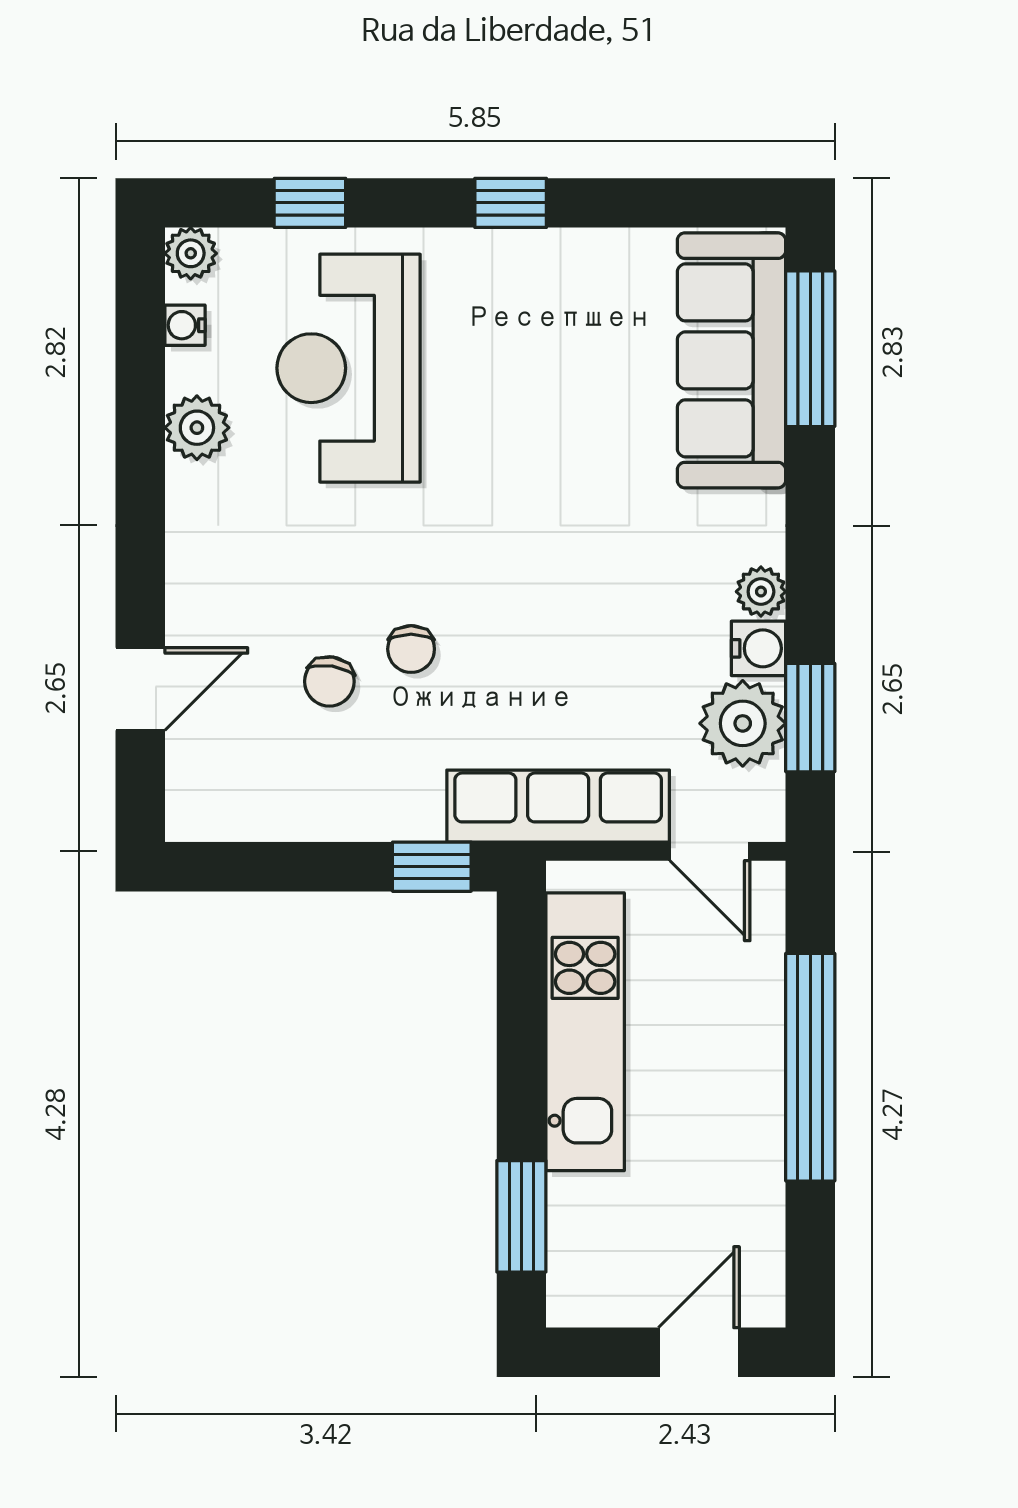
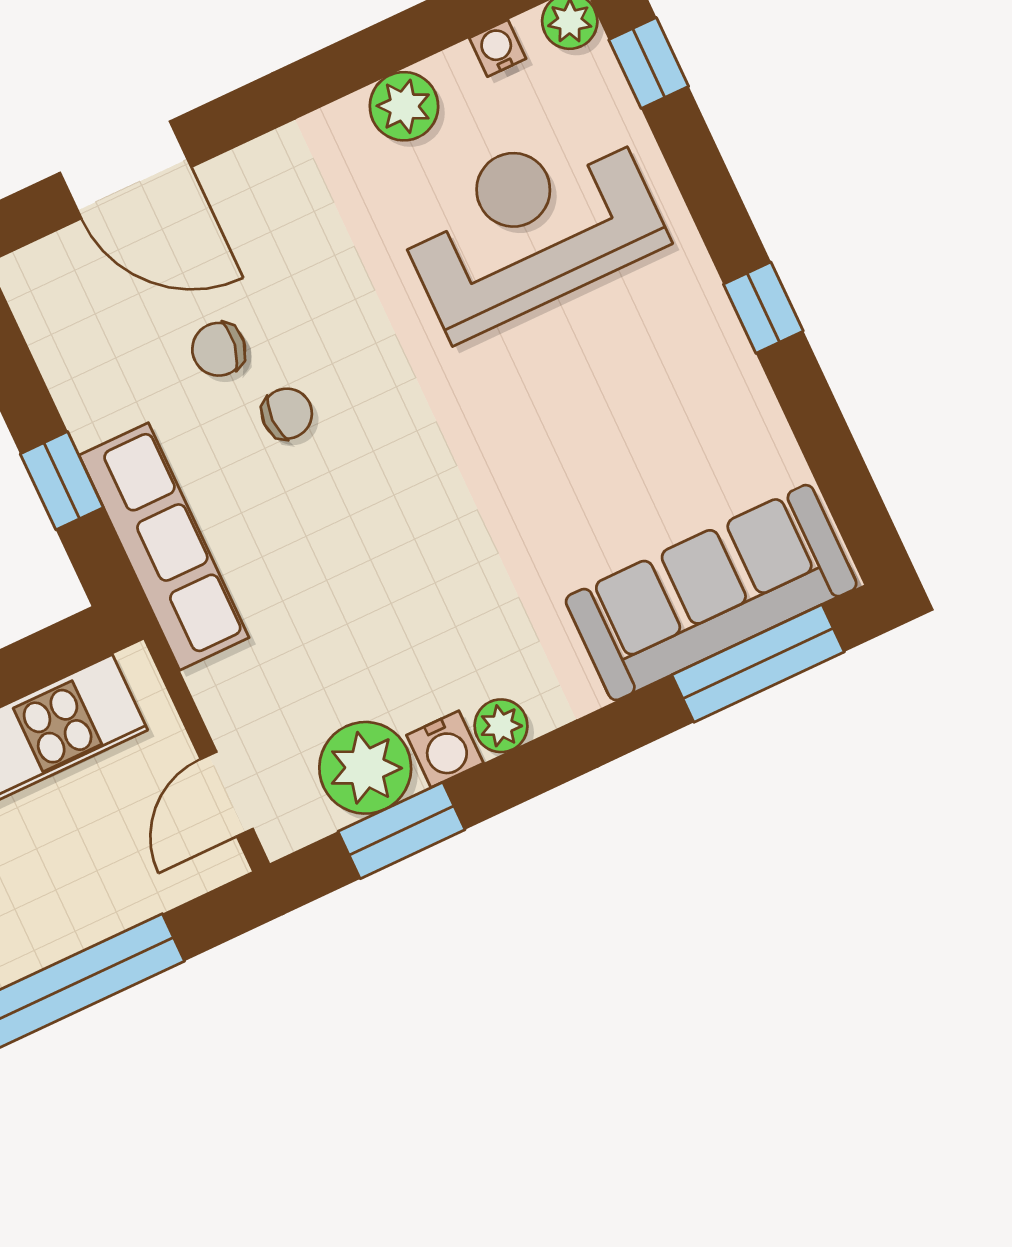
window: (310, 203) -> (649, 63), moved
chair: (411, 649) -> (287, 414), turned 180
door: (140, 689) -> (126, 170), width x1.38
row of seats: (558, 806) -> (164, 546), moved
window: (432, 867) -> (62, 481), moved

